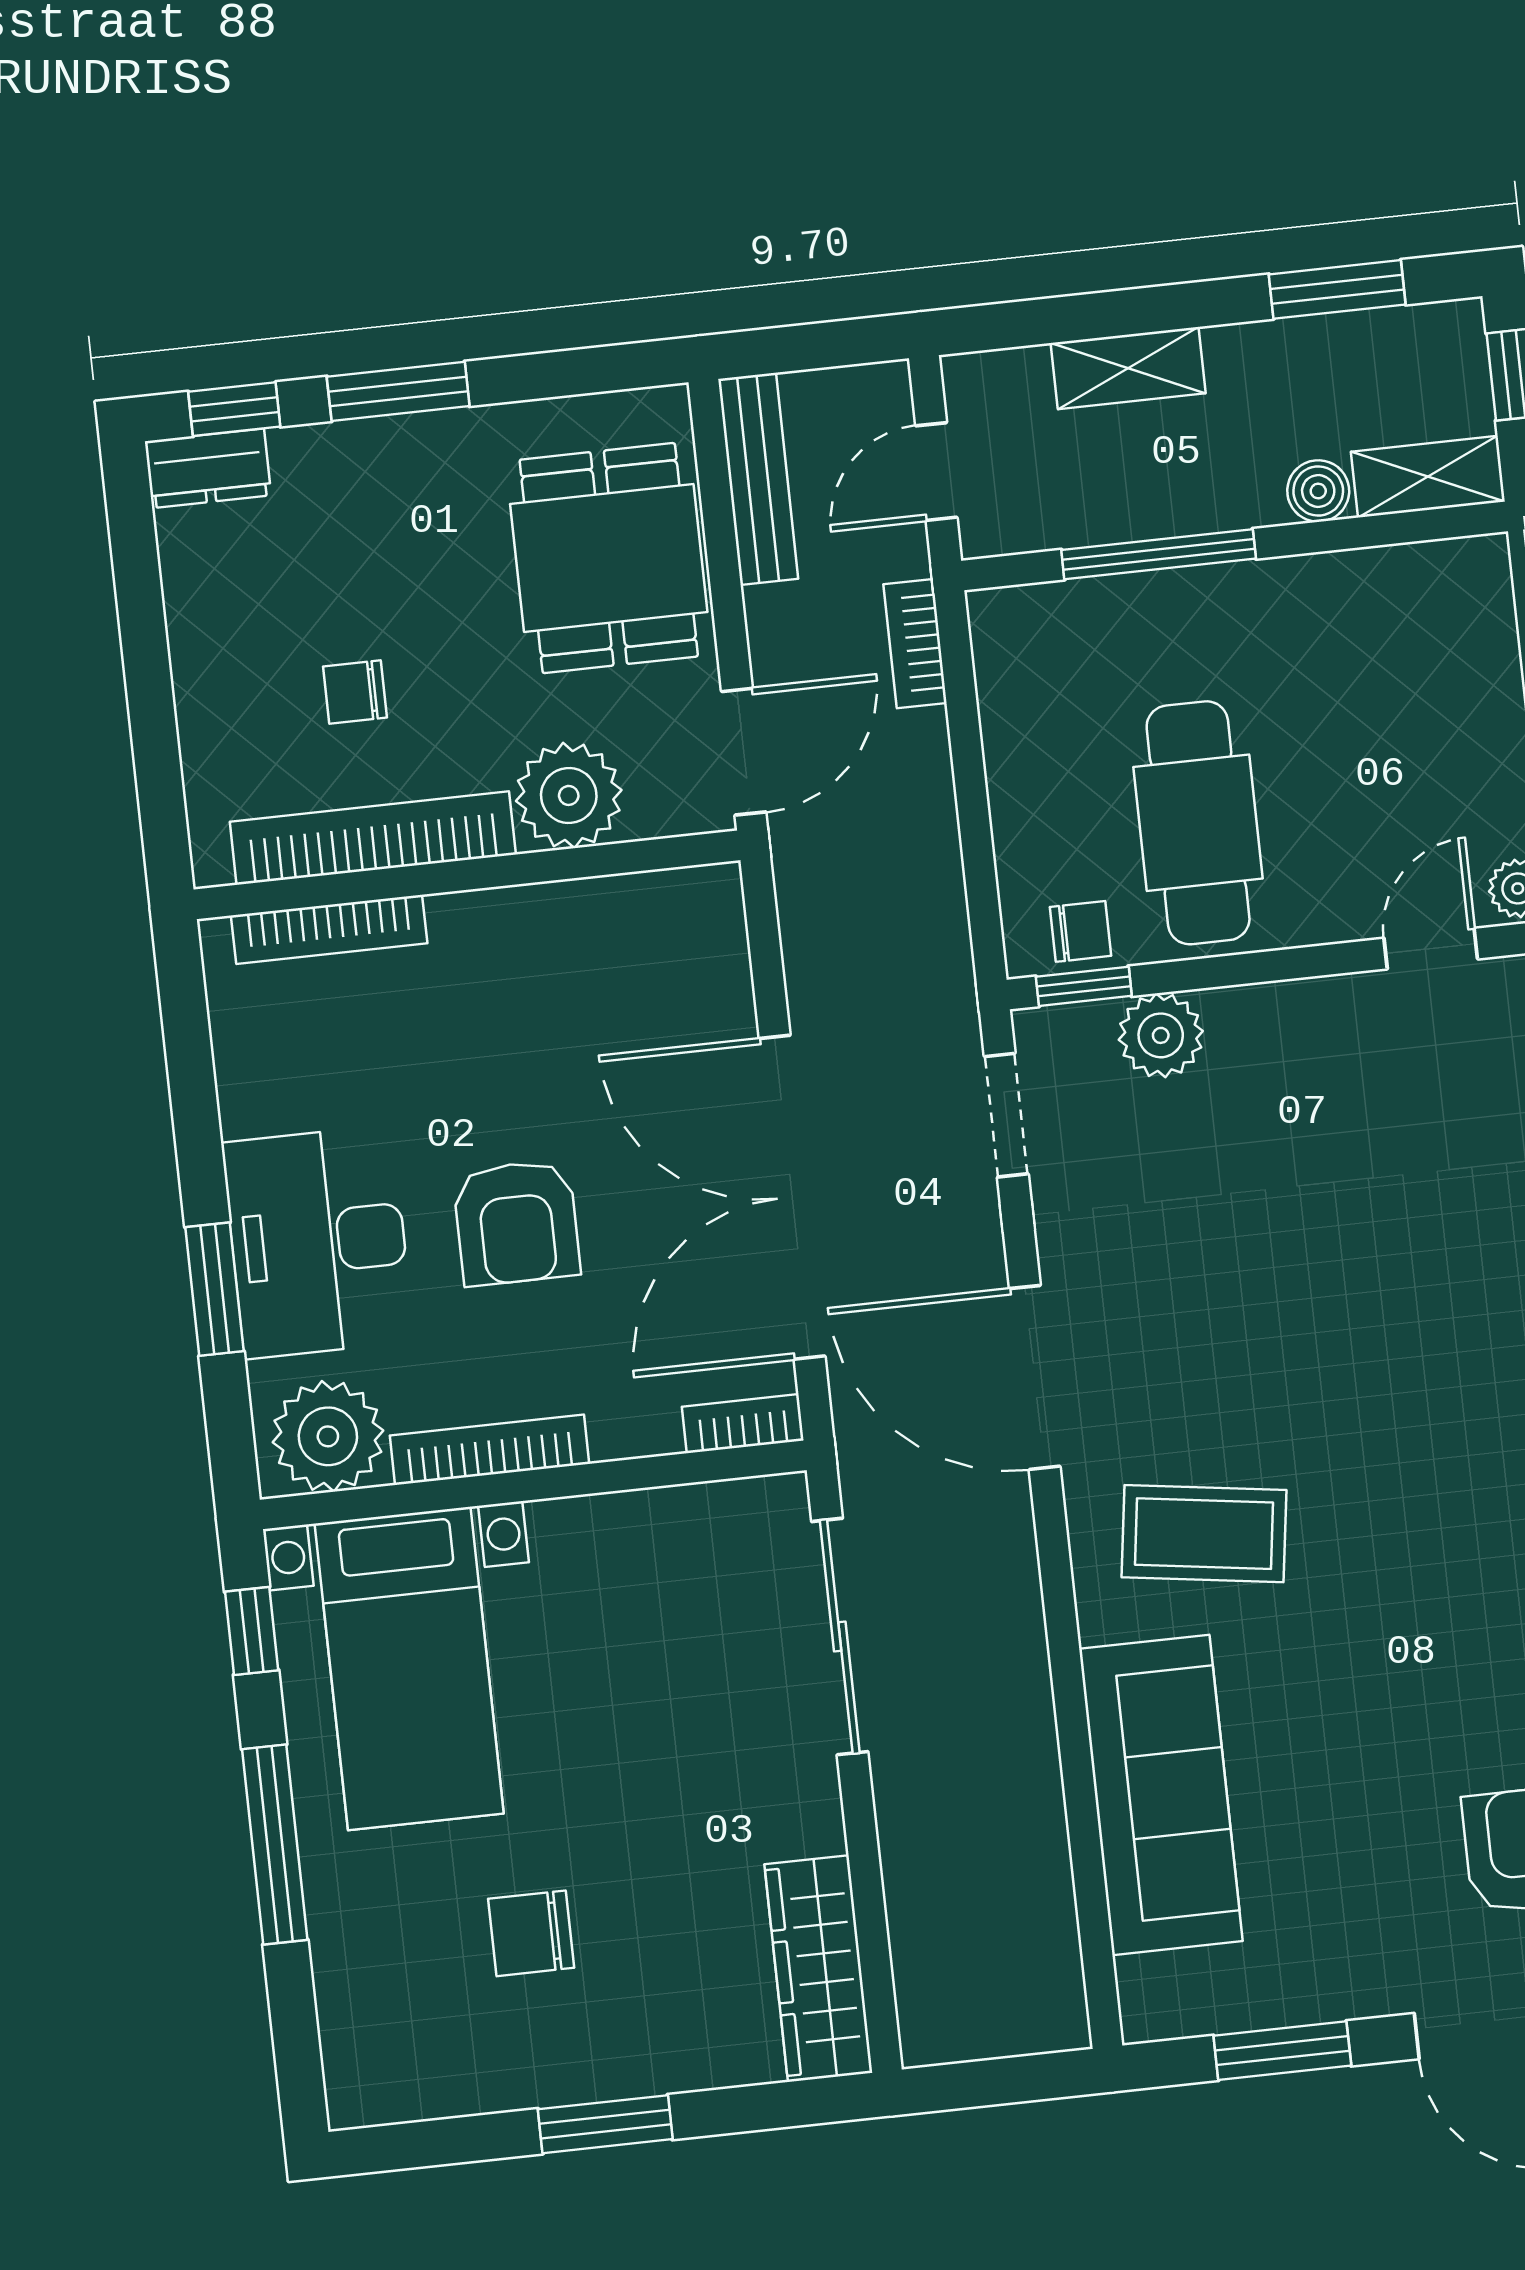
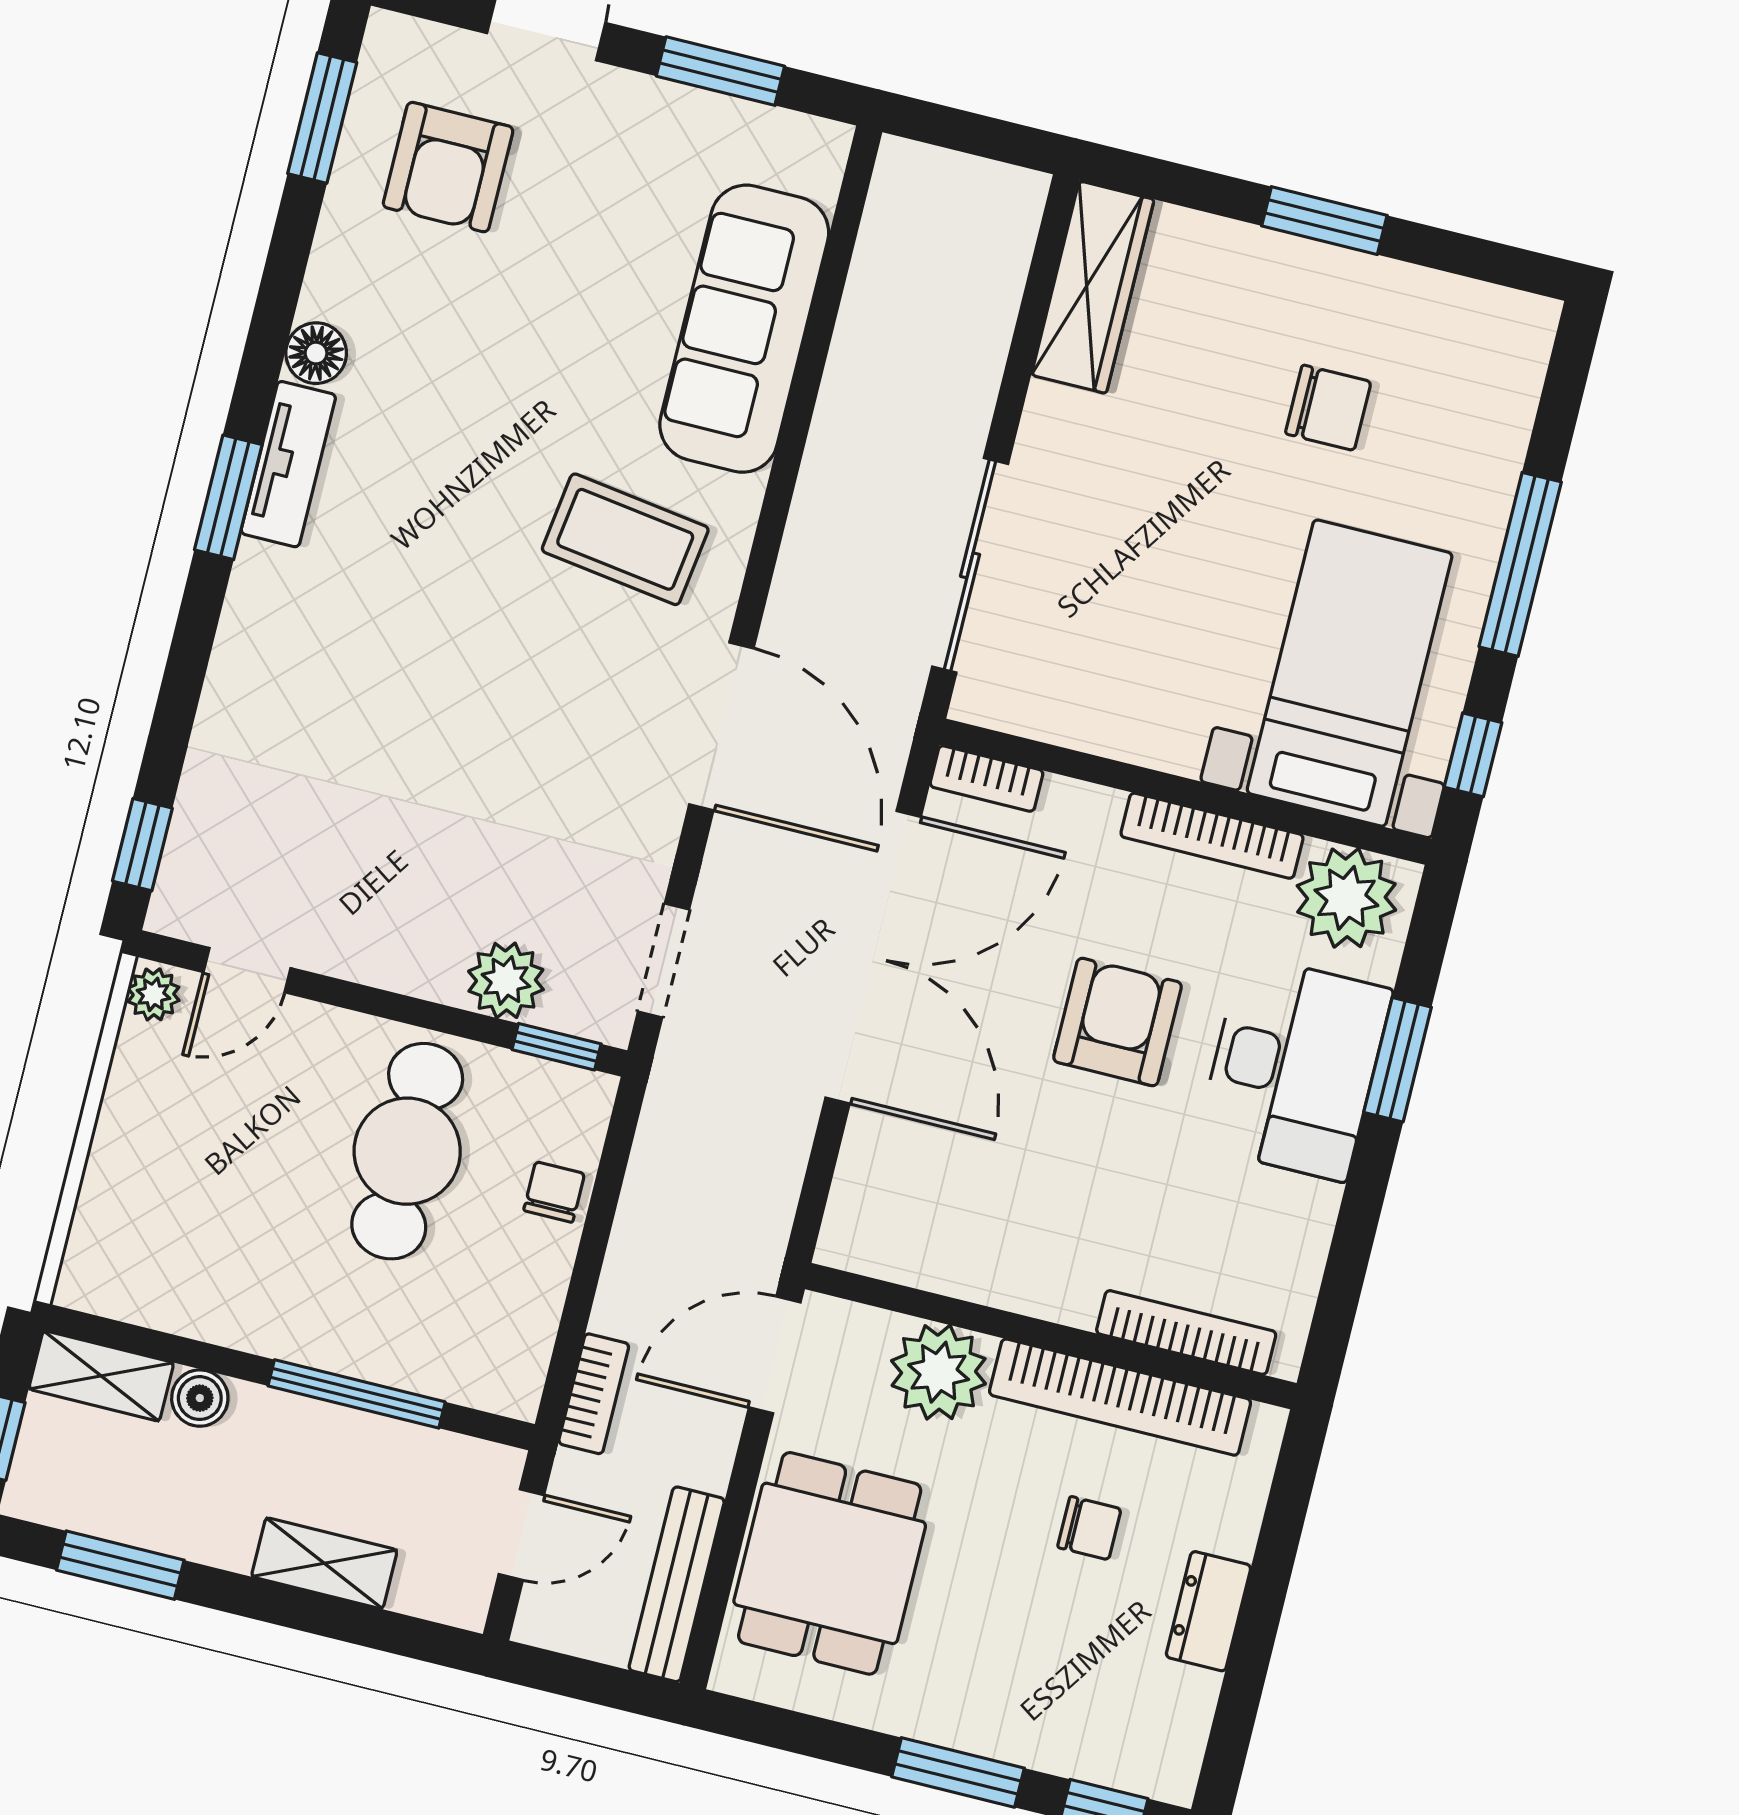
dresser: (208, 468) -> (1208, 1611), moved, turned -90
chair: (1081, 931) -> (554, 1192), moved, turned 90

